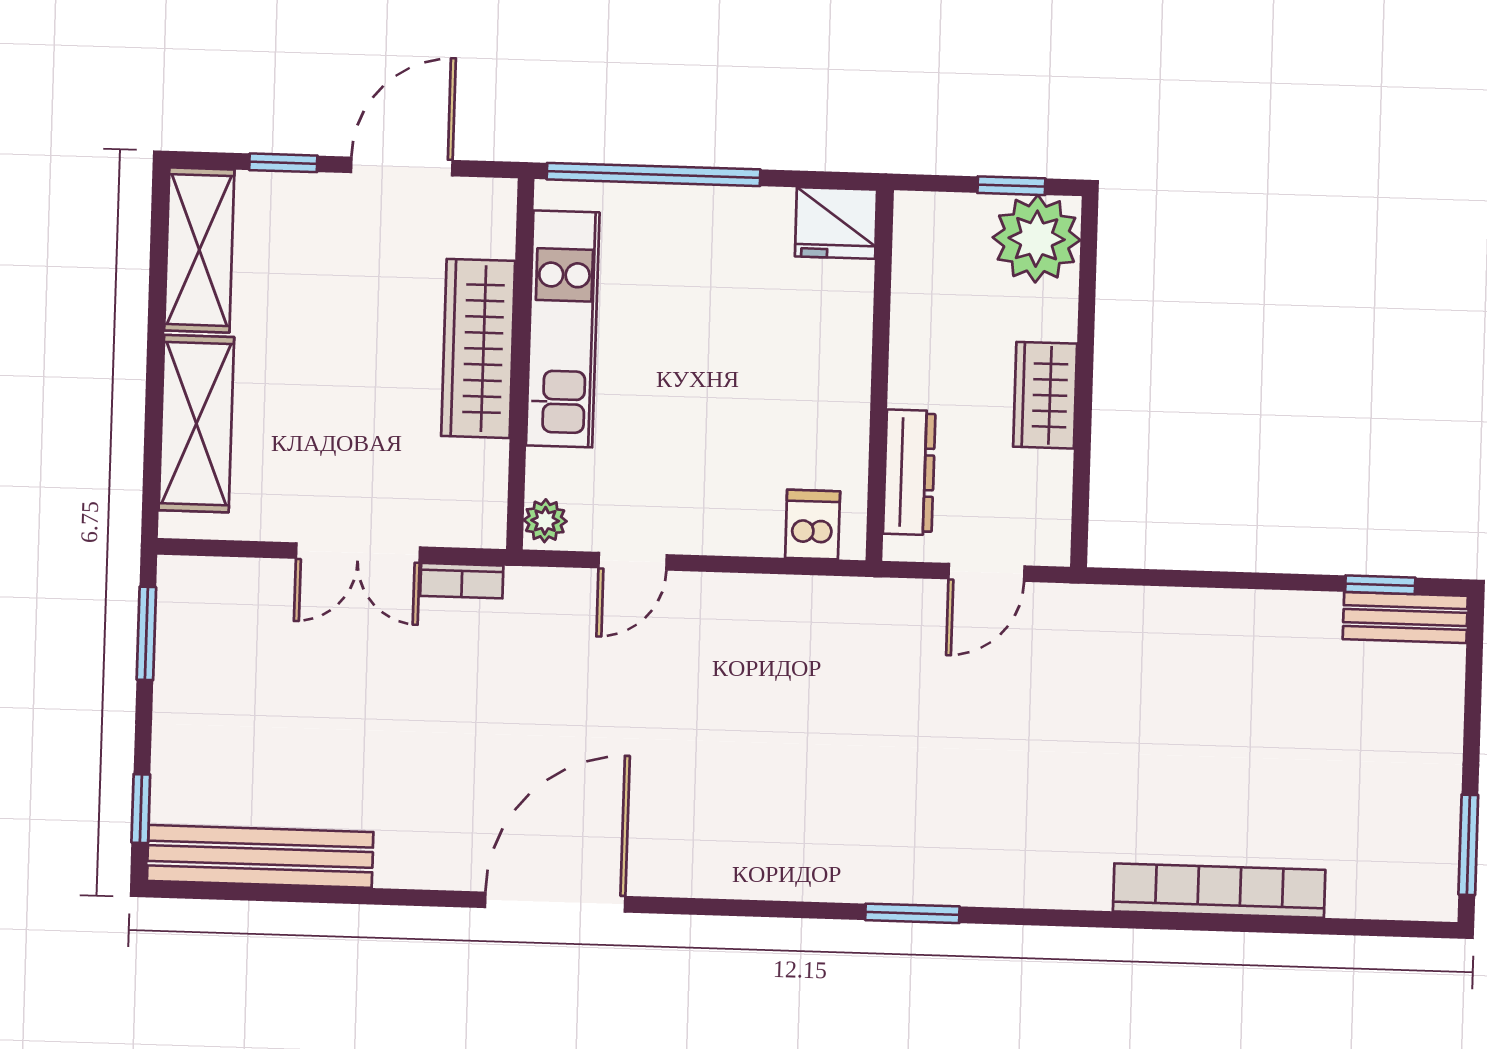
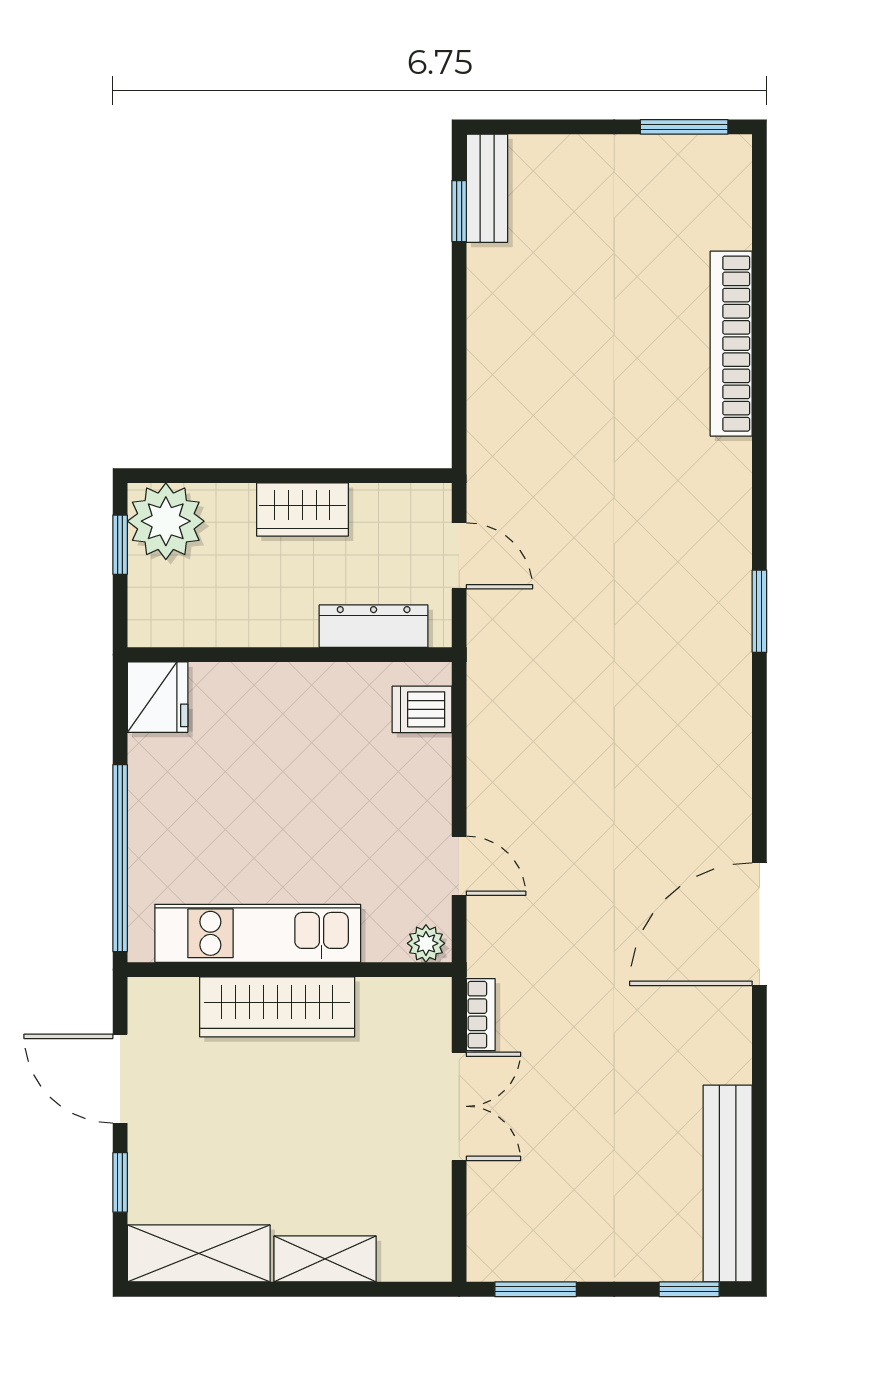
shelving: (196, 424) -> (325, 1259), width x0.67, depth x0.75
door: (555, 902) -> (759, 924), hinge flipped

